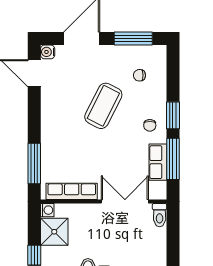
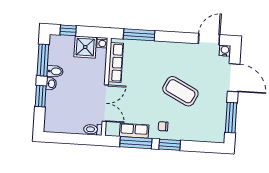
chair: (139, 75) -> (202, 121), removed

